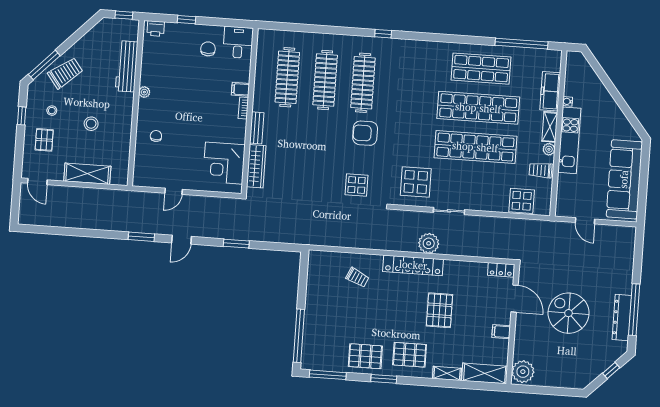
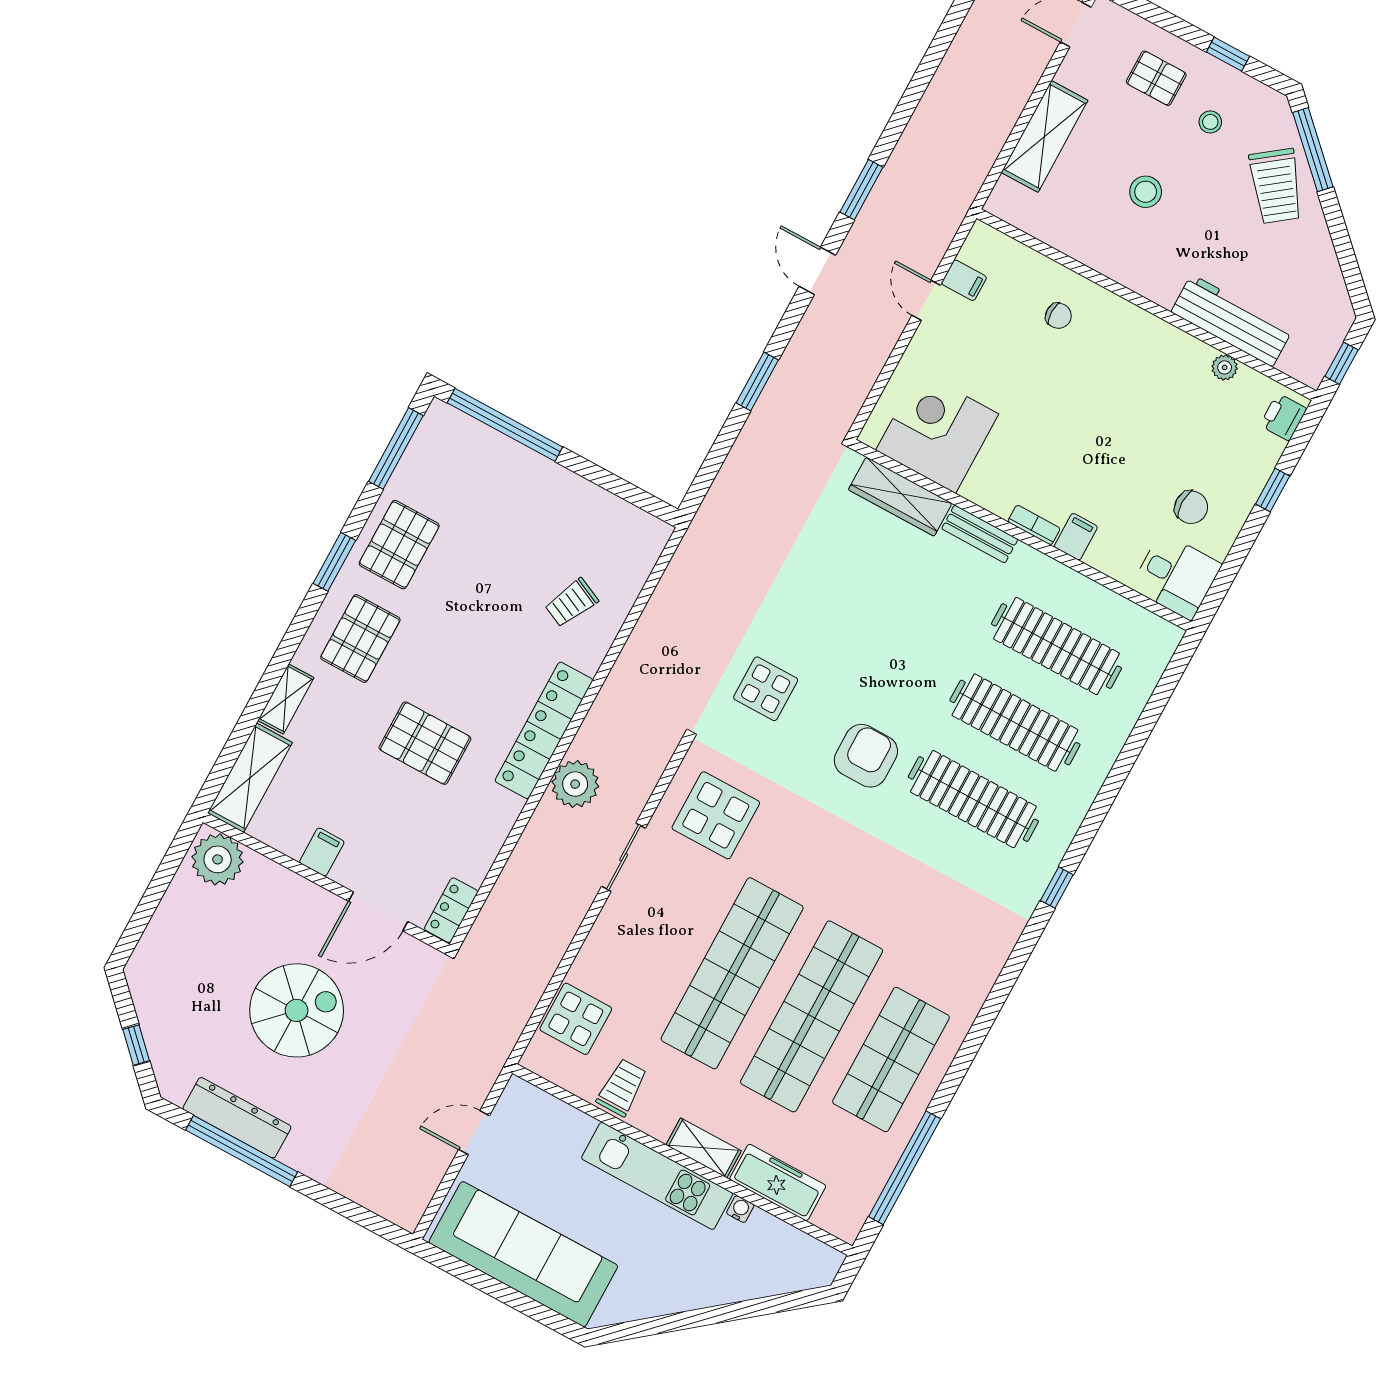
plant: (144, 92) -> (1225, 367), moved
plant: (549, 149) -> (658, 1125), removed
filing cabinet: (159, 180) -> (964, 280), added

